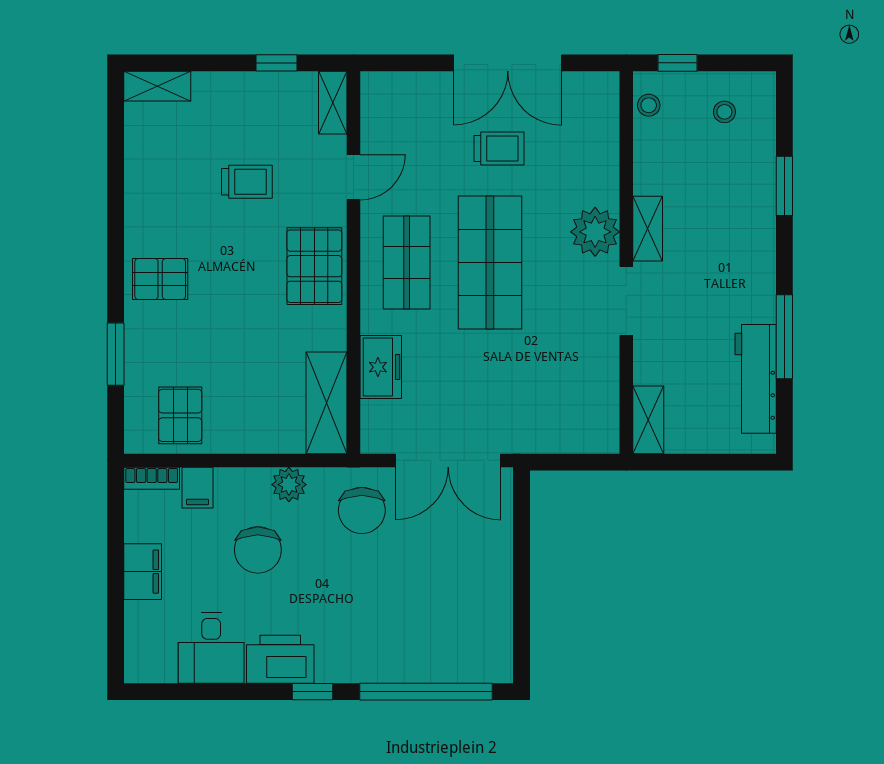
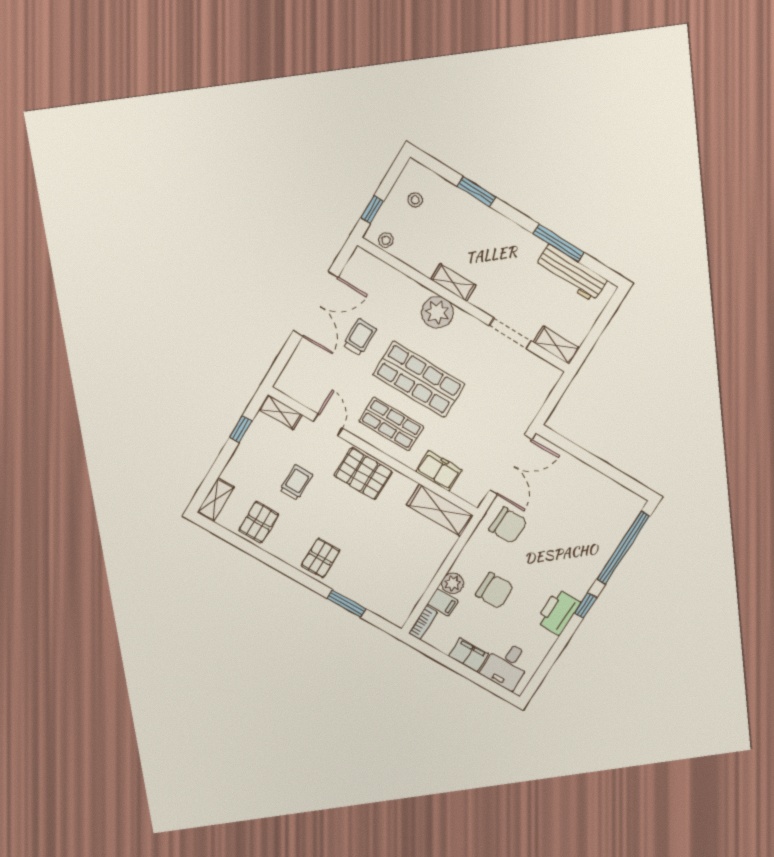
doorway: (626, 301) -> (510, 333), moved
pallet: (180, 415) -> (259, 522), moved, turned 90
plant: (289, 485) -> (453, 583), moved
desk: (211, 648) -> (507, 665), moved, turned 90

